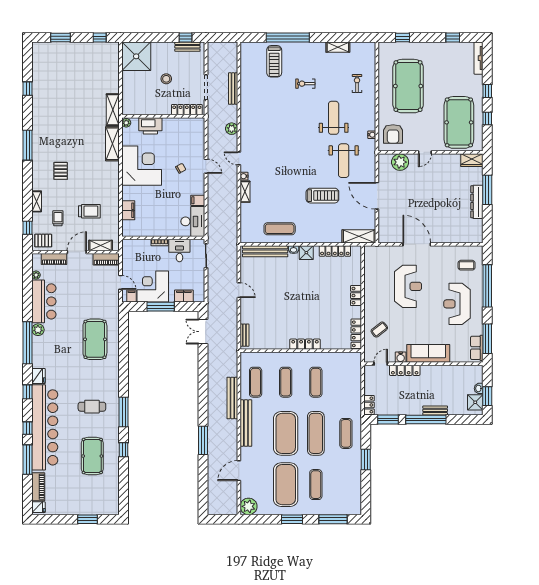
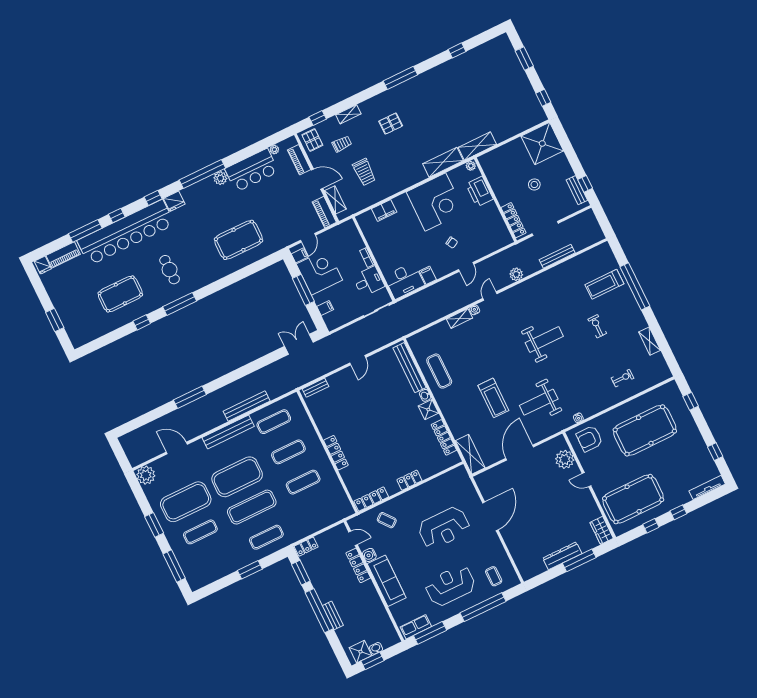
weight bench: (334, 118) -> (544, 340), moved
filing cabinet: (184, 296) -> (325, 308), width x0.50

